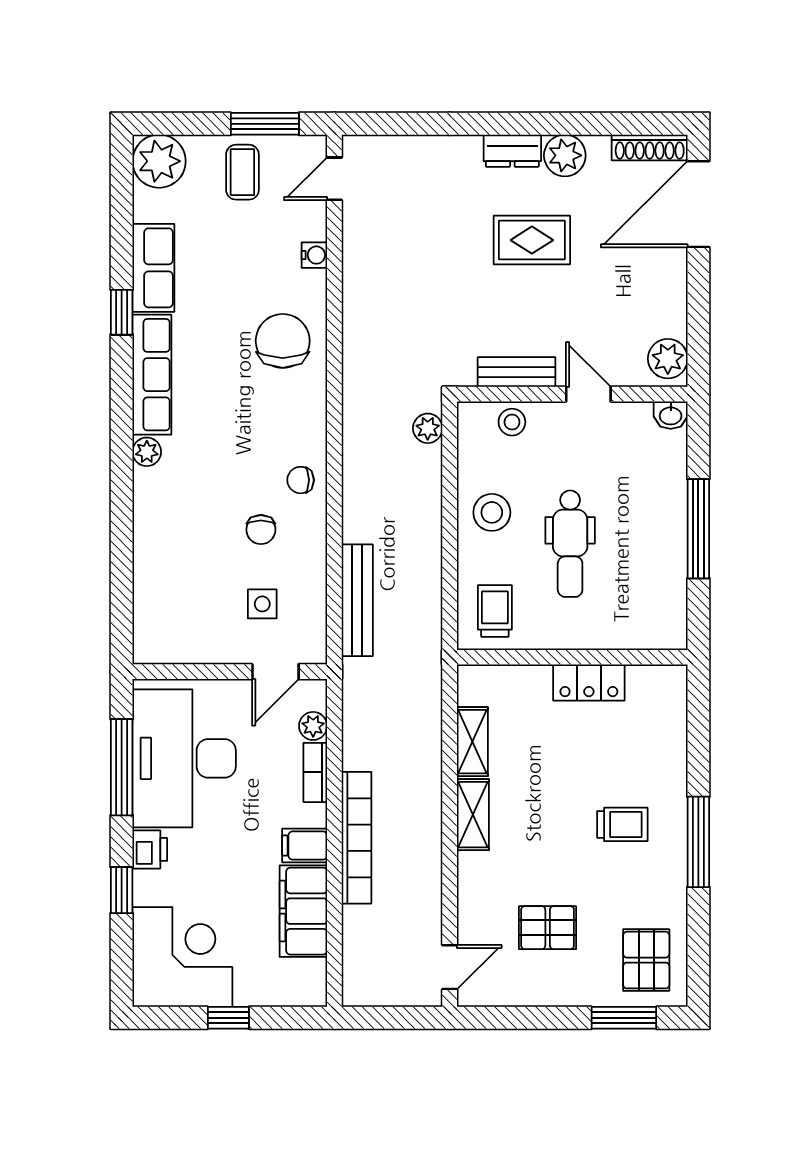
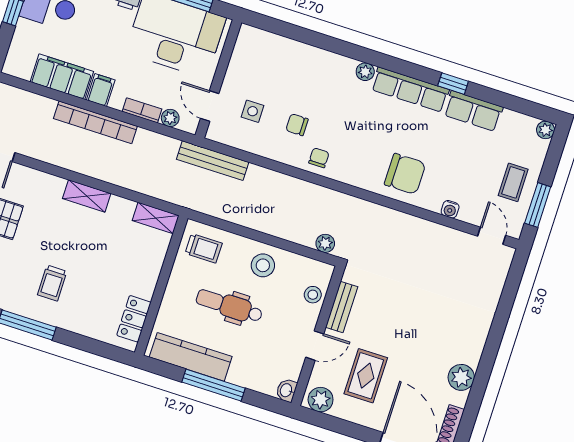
dresser: (512, 151) -> (474, 347), removed
plant: (159, 161) -> (546, 130), width x0.53, depth x0.53
coffee table: (242, 172) -> (513, 182), turned 90
rug: (532, 240) -> (366, 376), moved
kitchen counter: (667, 577) -> (191, 357), added
bench: (357, 600) -> (213, 161), moved
locker: (589, 683) -> (134, 319), moved
shelving: (472, 742) -> (156, 218), moved

